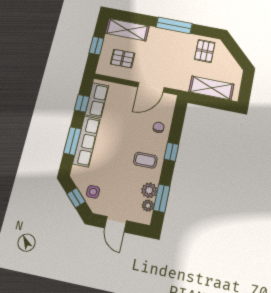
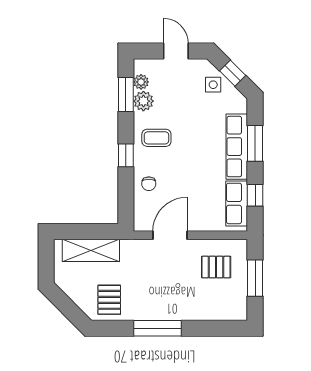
shelving: (127, 30) -> (219, 309), removed
window: (96, 46) -> (255, 278), width x1.50

